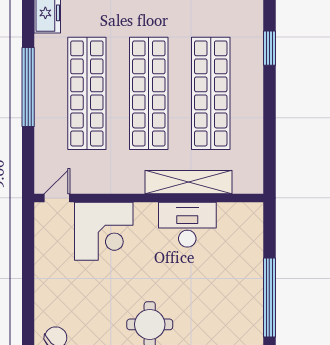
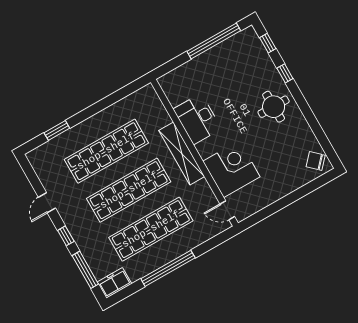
shelving: (189, 182) -> (182, 154), moved

